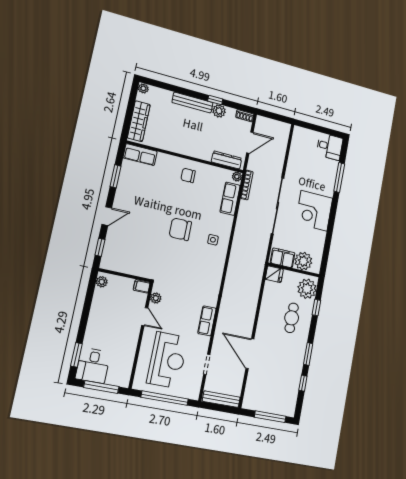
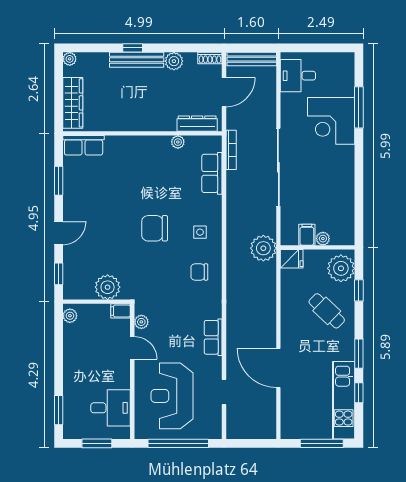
window: (215, 100) -> (133, 48), moved
desk: (330, 147) -> (298, 76), moved, turned 180
chair: (188, 175) -> (199, 272), moved
plant: (237, 177) -> (178, 142), moved
corner desk: (314, 211) -> (331, 121), moved
filing cabinet: (283, 258) -> (307, 235), width x0.50
plant: (303, 261) -> (323, 239), width x0.53, depth x0.53
plant: (256, 262) -> (263, 248), added
plant: (136, 266) -> (108, 287), added
cafe table: (292, 318) -> (327, 311), turned -46
reception desk: (167, 360) -> (172, 396), turned 180
desk: (93, 366) -> (111, 408), moved, turned -90
window: (101, 387) -> (97, 443), width x0.69
kitchen unit: (291, 387) -> (344, 400), added
bench: (221, 399) -> (252, 59), moved

